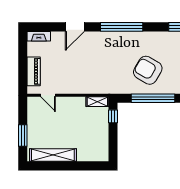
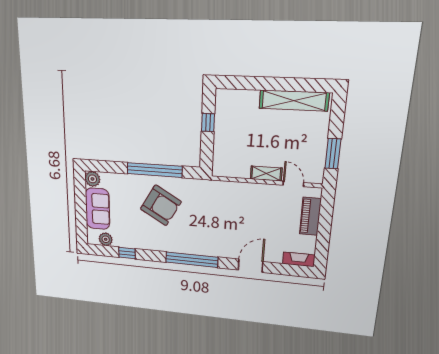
shelving: (97, 102) -> (266, 173), moved
window: (113, 116) -> (208, 123), moved
window: (23, 136) -> (333, 154), moved

